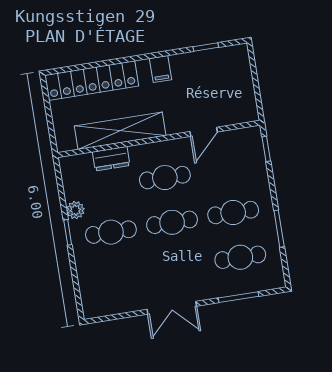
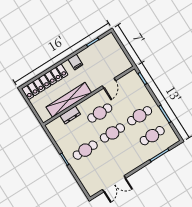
plant: (75, 210) -> (64, 147), removed
double door: (172, 308) -> (114, 184), moved

